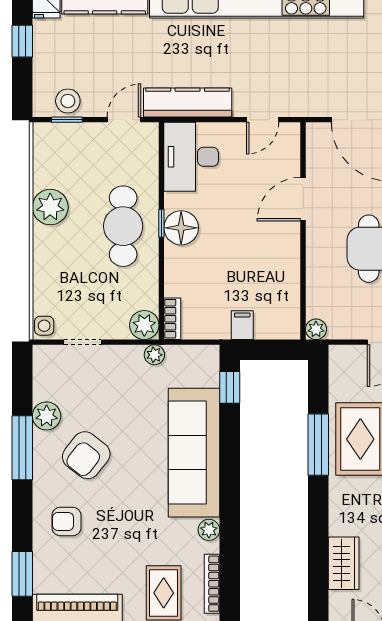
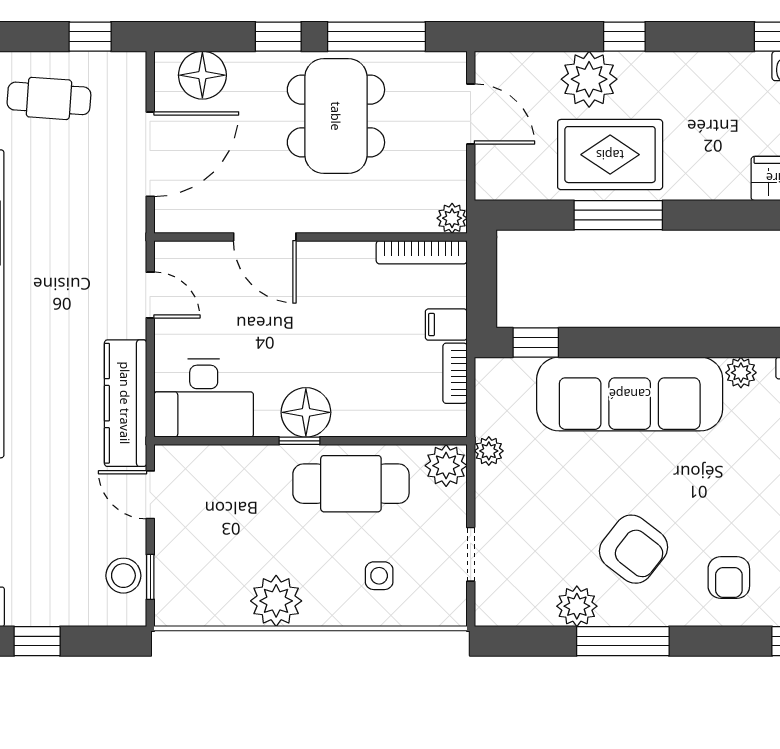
cafe table: (123, 226) -> (351, 484), moved
bookcase: (292, 308) -> (422, 252), added
bookcase: (172, 319) -> (455, 373), moved, turned -90
side table: (44, 326) -> (379, 576), moved

